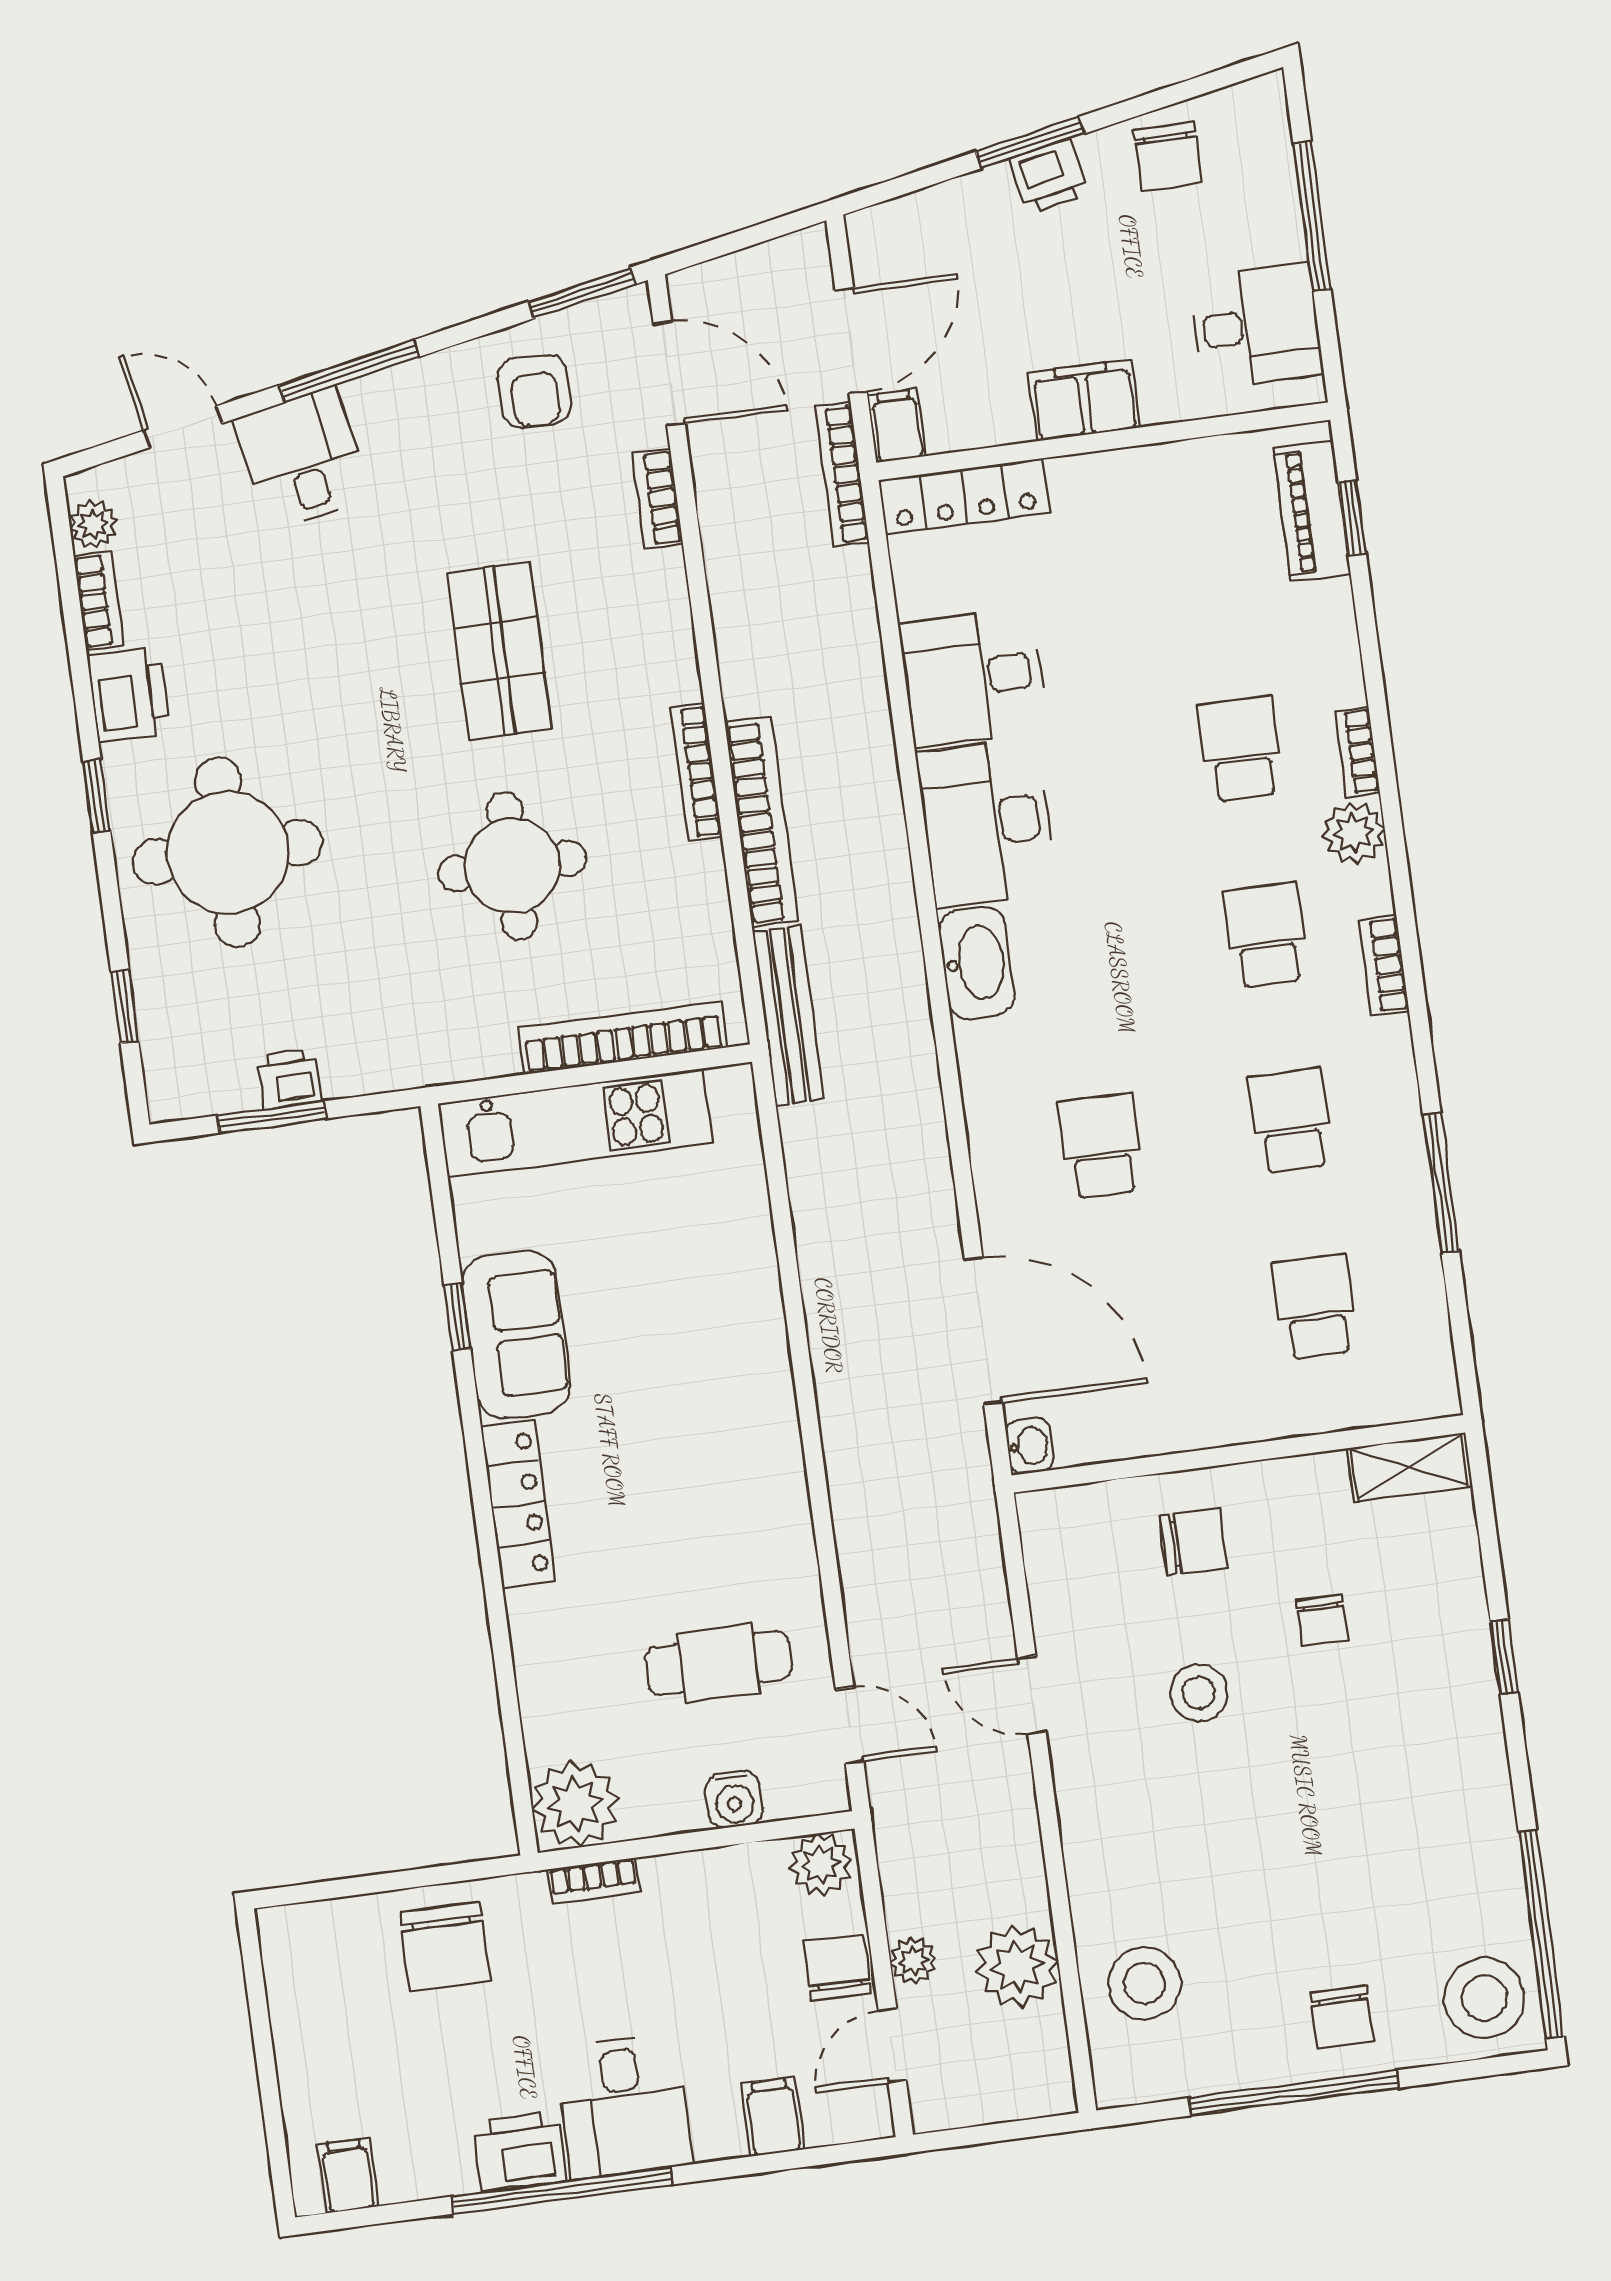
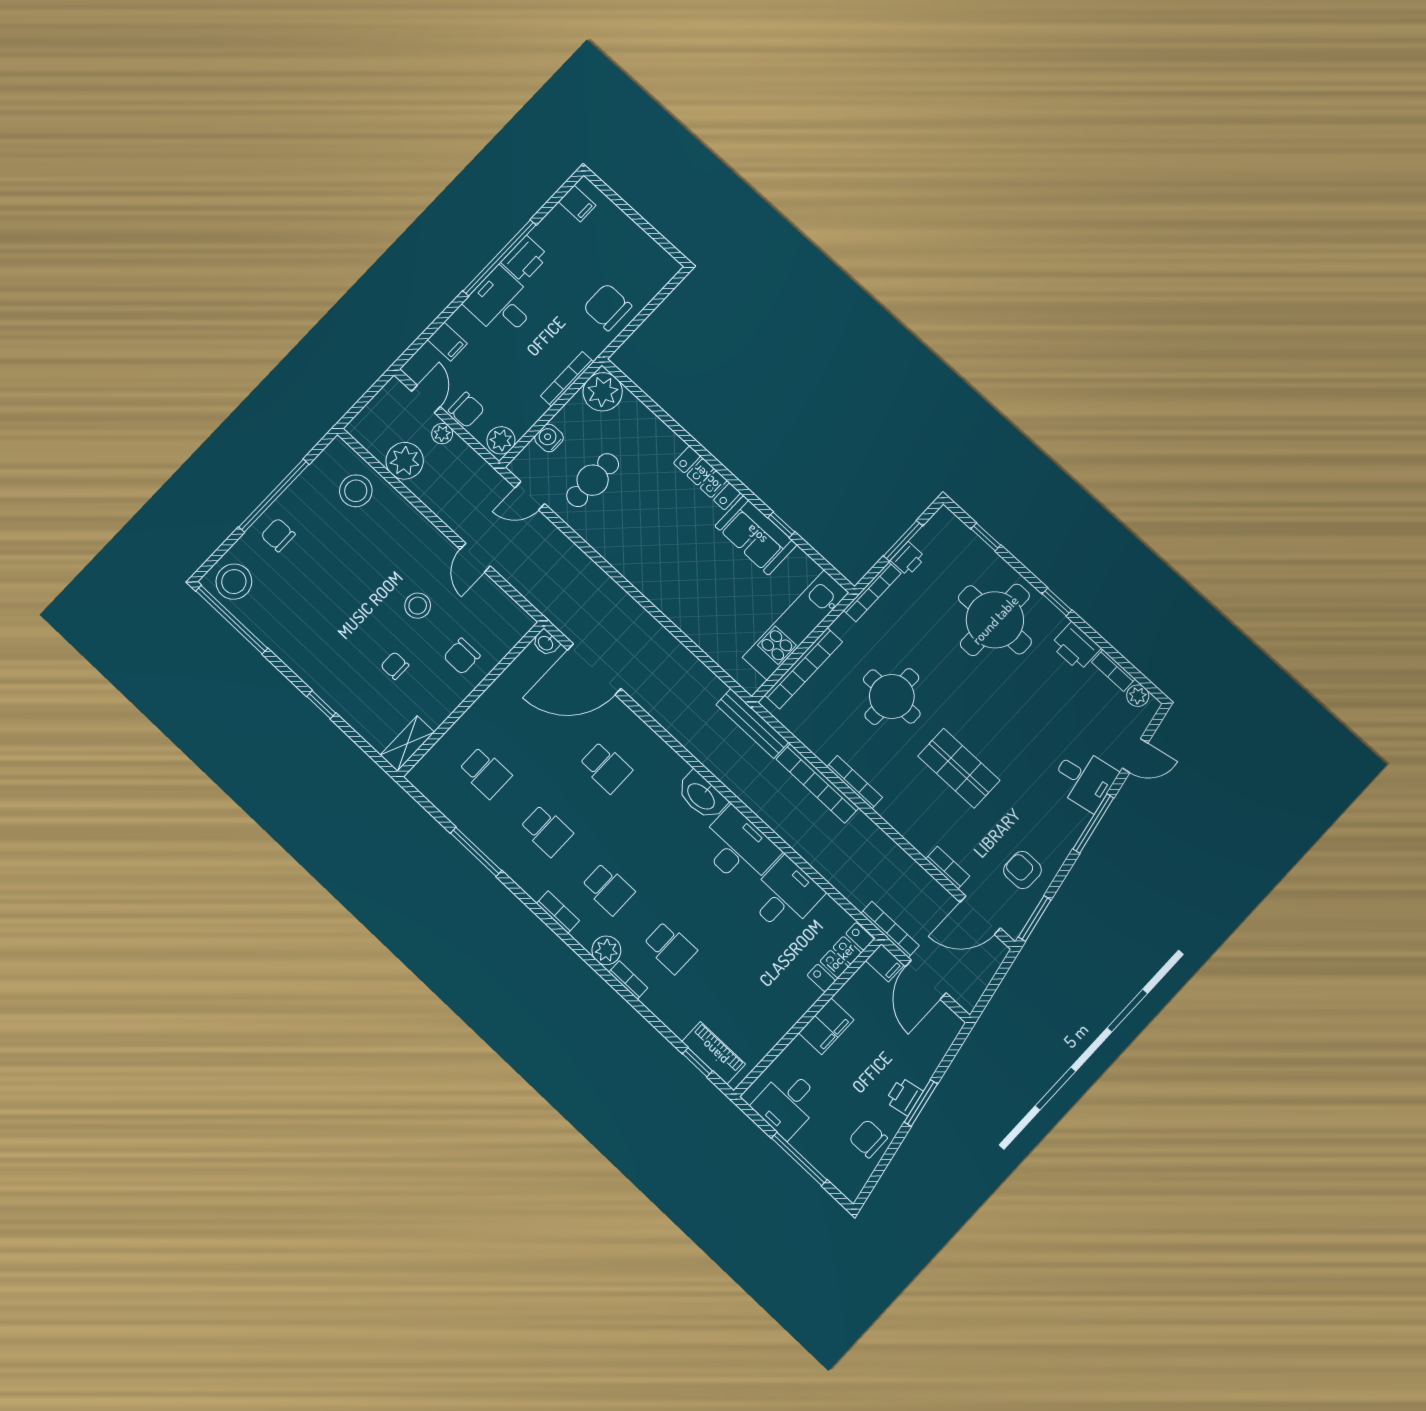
bookcase: (397, 1072) -> (872, 592), added
door: (1032, 1695) -> (475, 558), swing flipped
bookcase: (594, 1881) -> (567, 379), width x1.56

